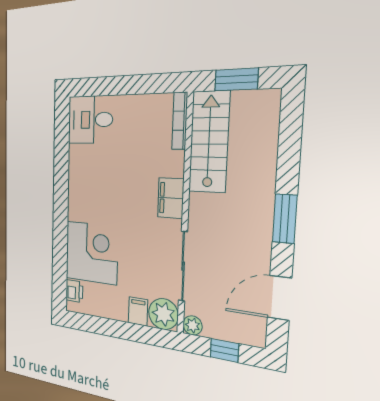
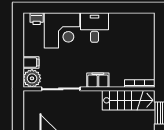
desk: (90, 120) -> (95, 28), moved
plant: (193, 325) -> (28, 96), removed
window: (224, 350) -> (18, 114), removed

